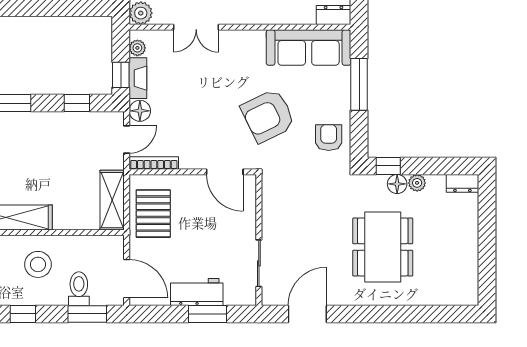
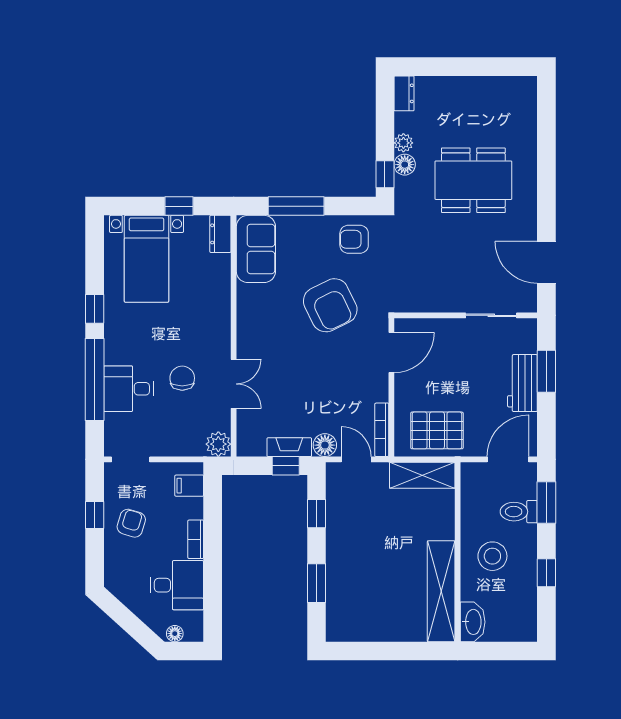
plant: (137, 48) -> (256, 448), removed
sofa: (309, 48) -> (256, 249), width x0.73

